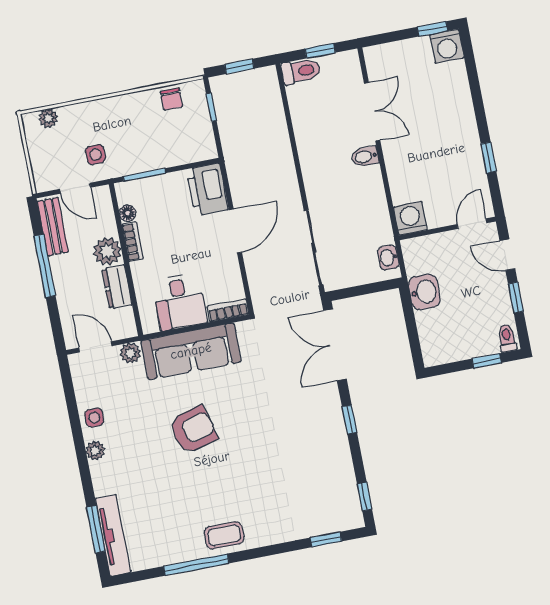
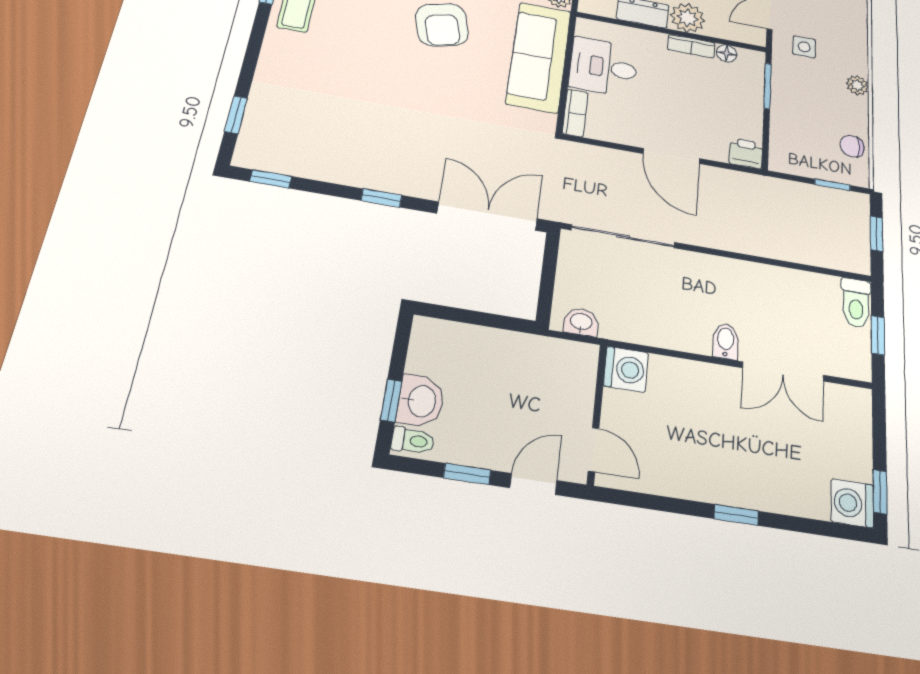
plant: (48, 118) -> (857, 85), moved
window: (489, 158) -> (736, 515), moved
printer: (207, 189) -> (746, 153), width x0.53, depth x0.68
washbasin: (424, 292) -> (421, 401), moved, turned -90

